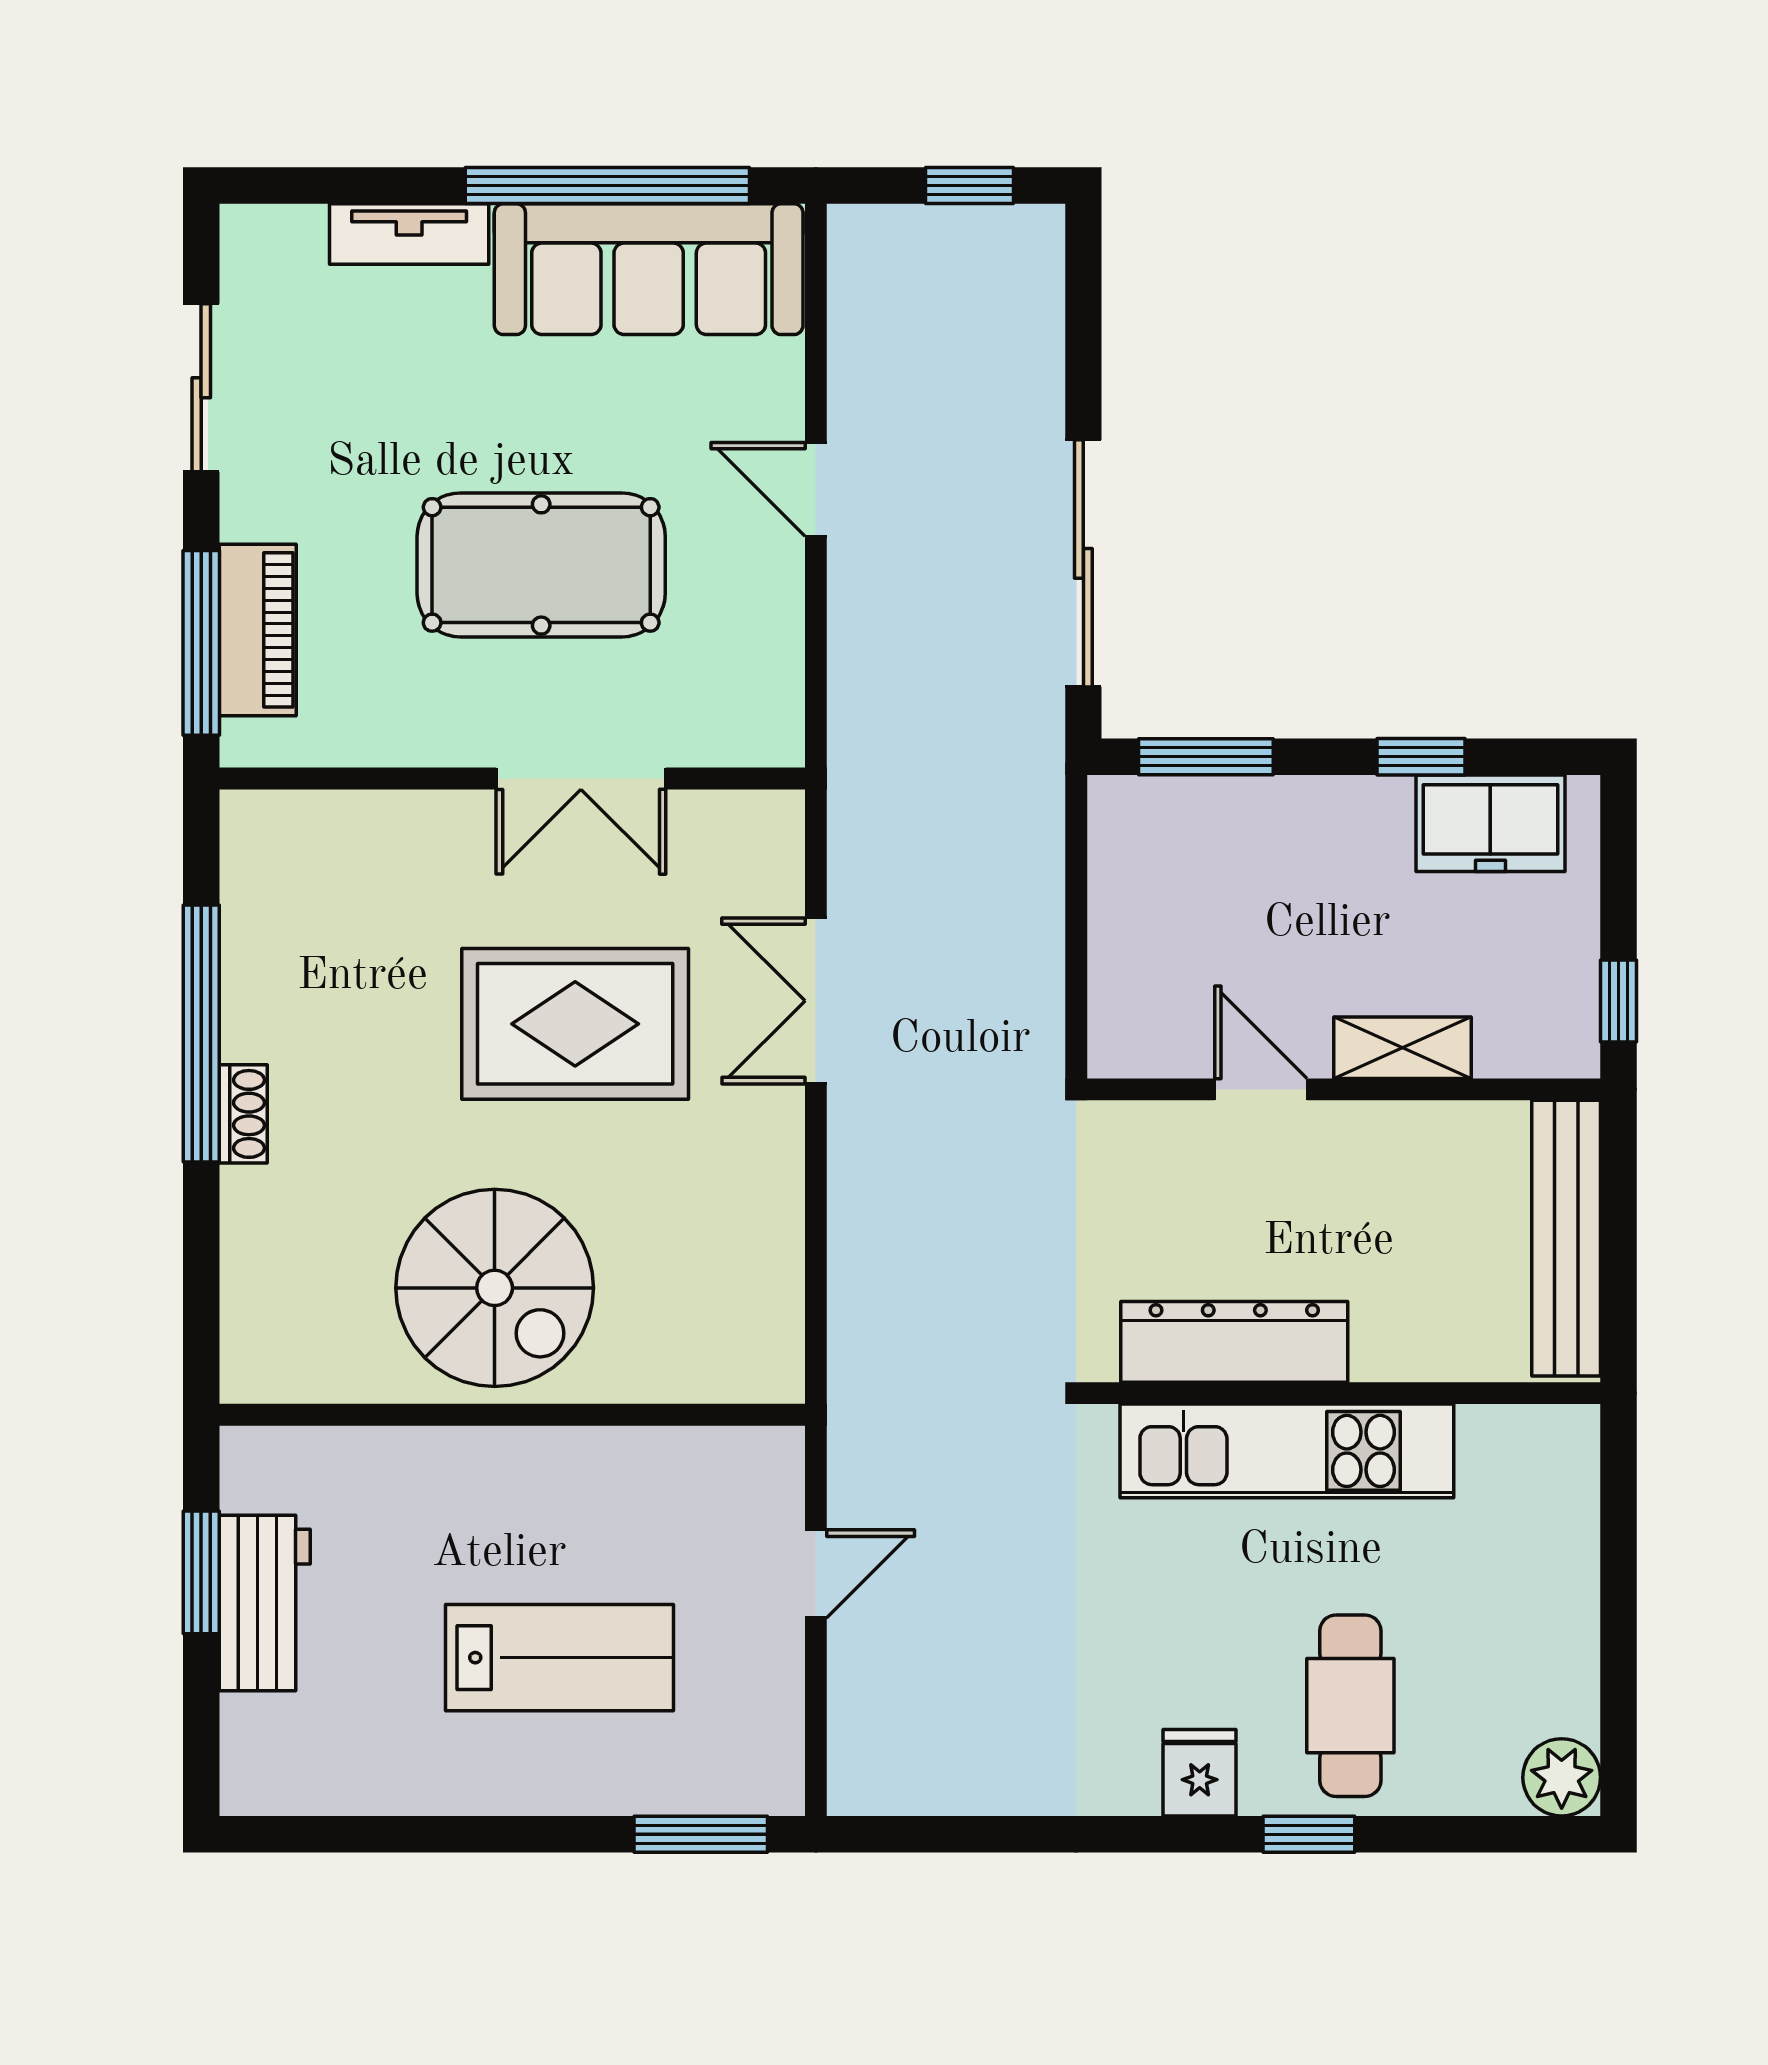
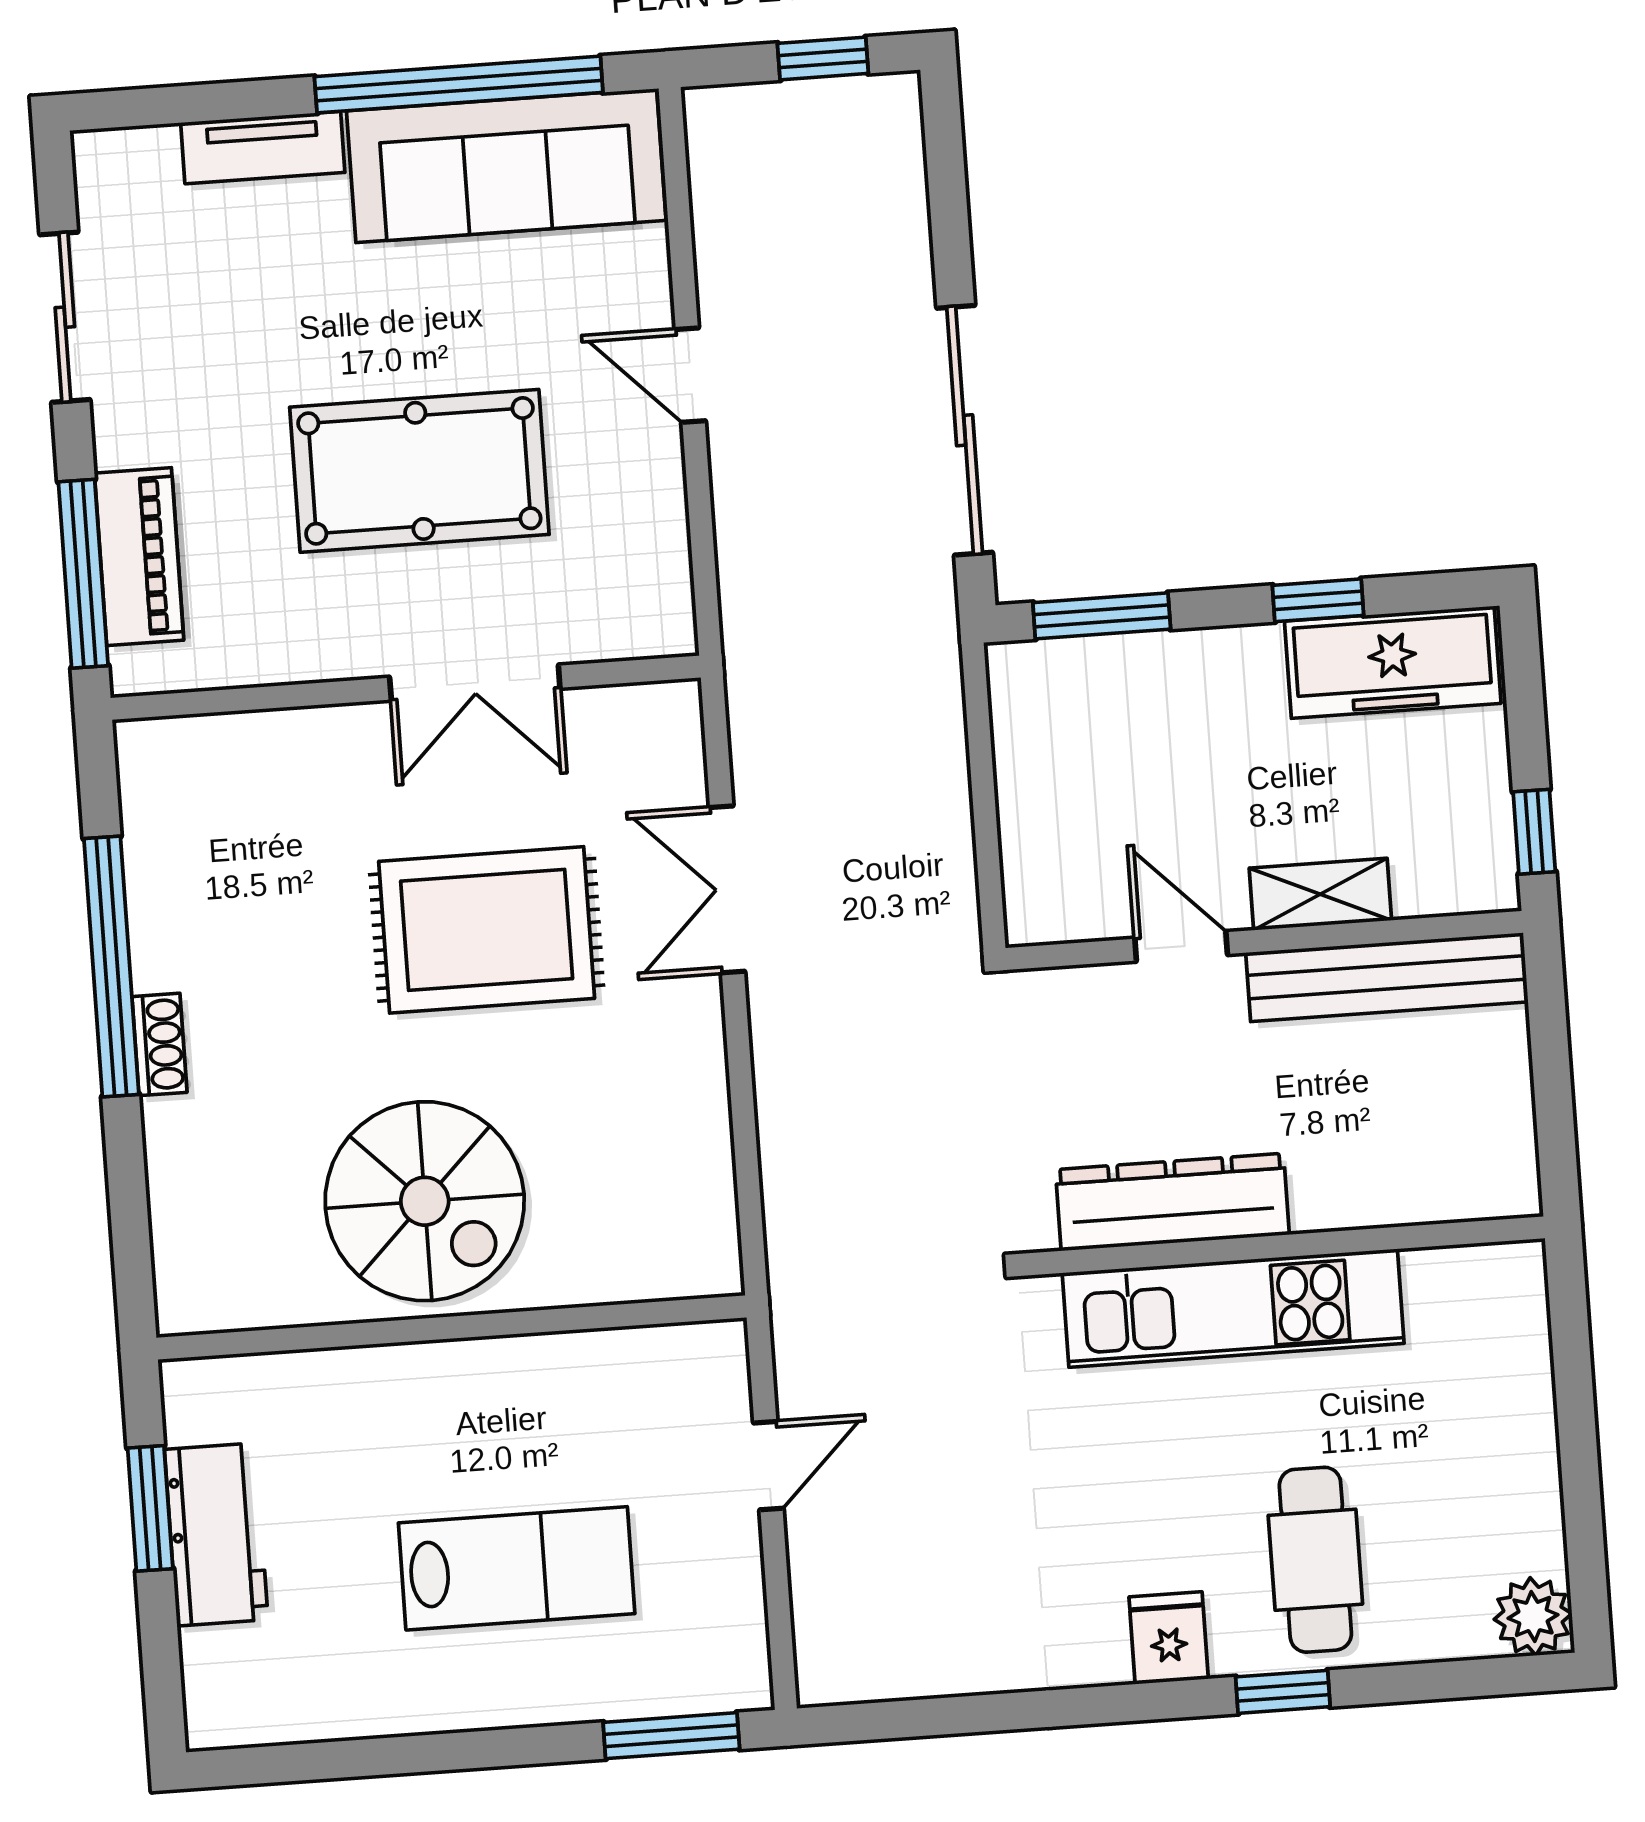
freezer: (1490, 823) -> (1393, 662), width x1.40
bench: (1566, 1238) -> (1387, 977), moved, turned 90

